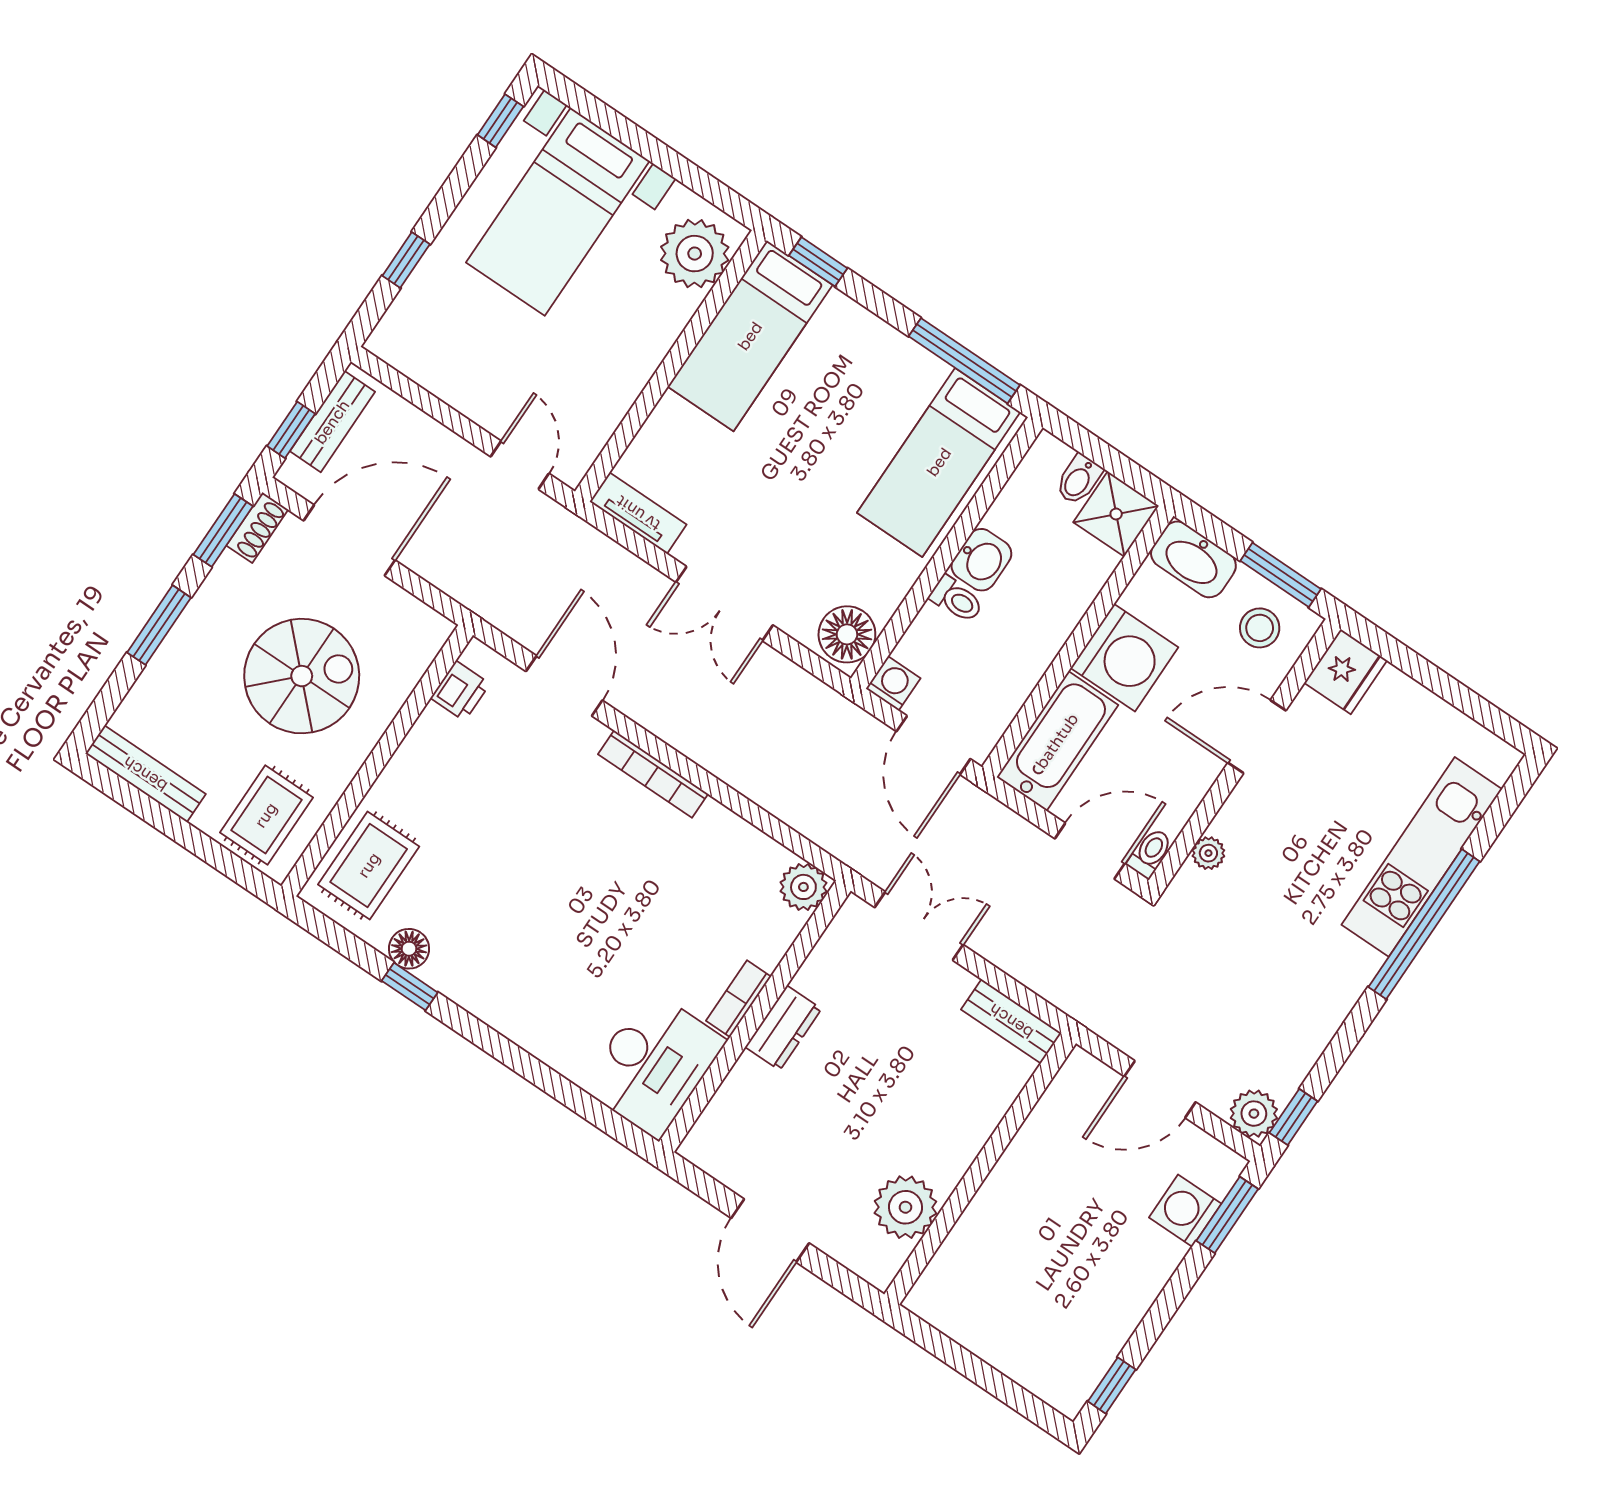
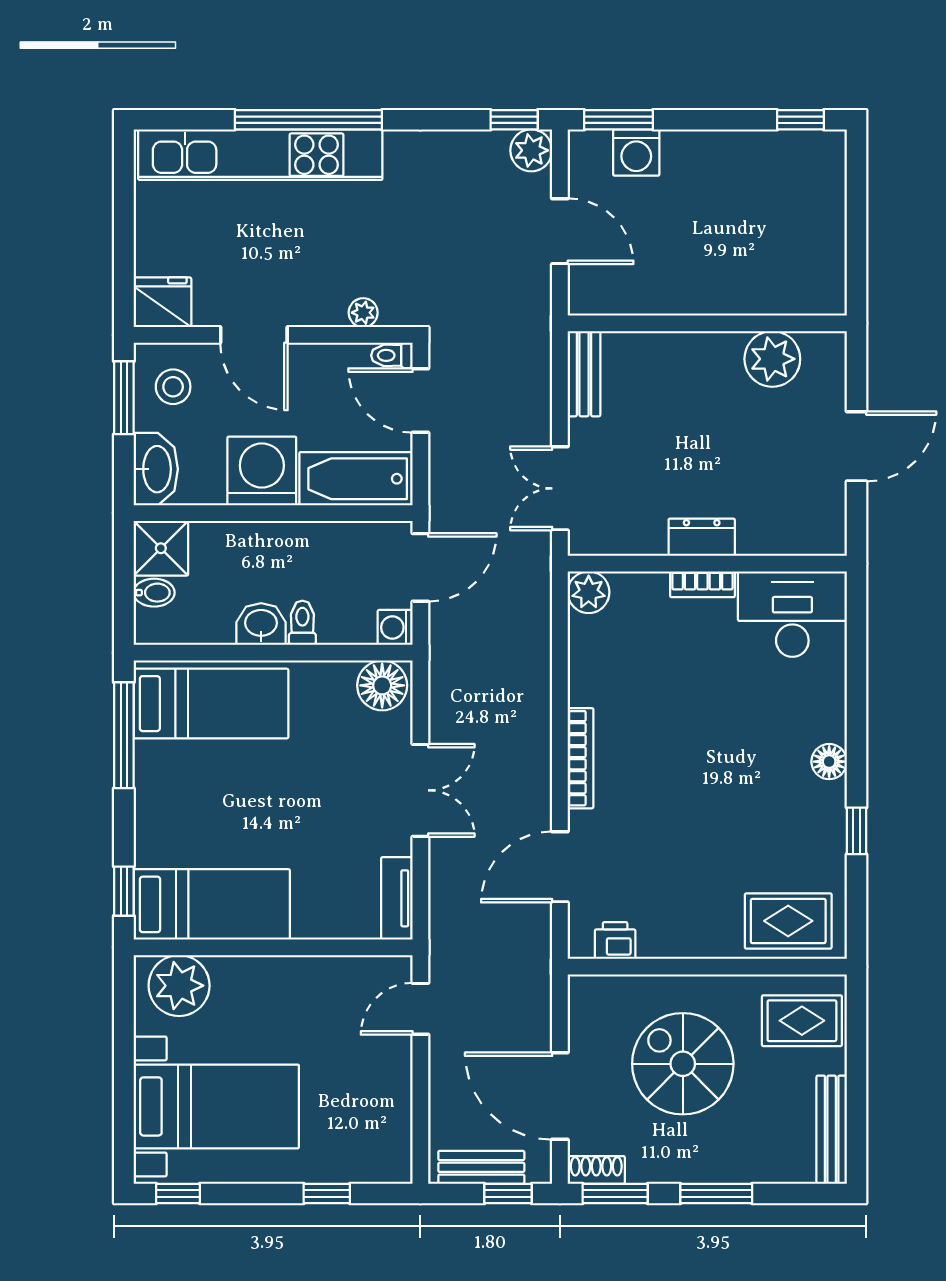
kitchen unit: (1422, 857) -> (260, 155), width x1.36
floor lamp: (409, 949) -> (829, 762), moved

